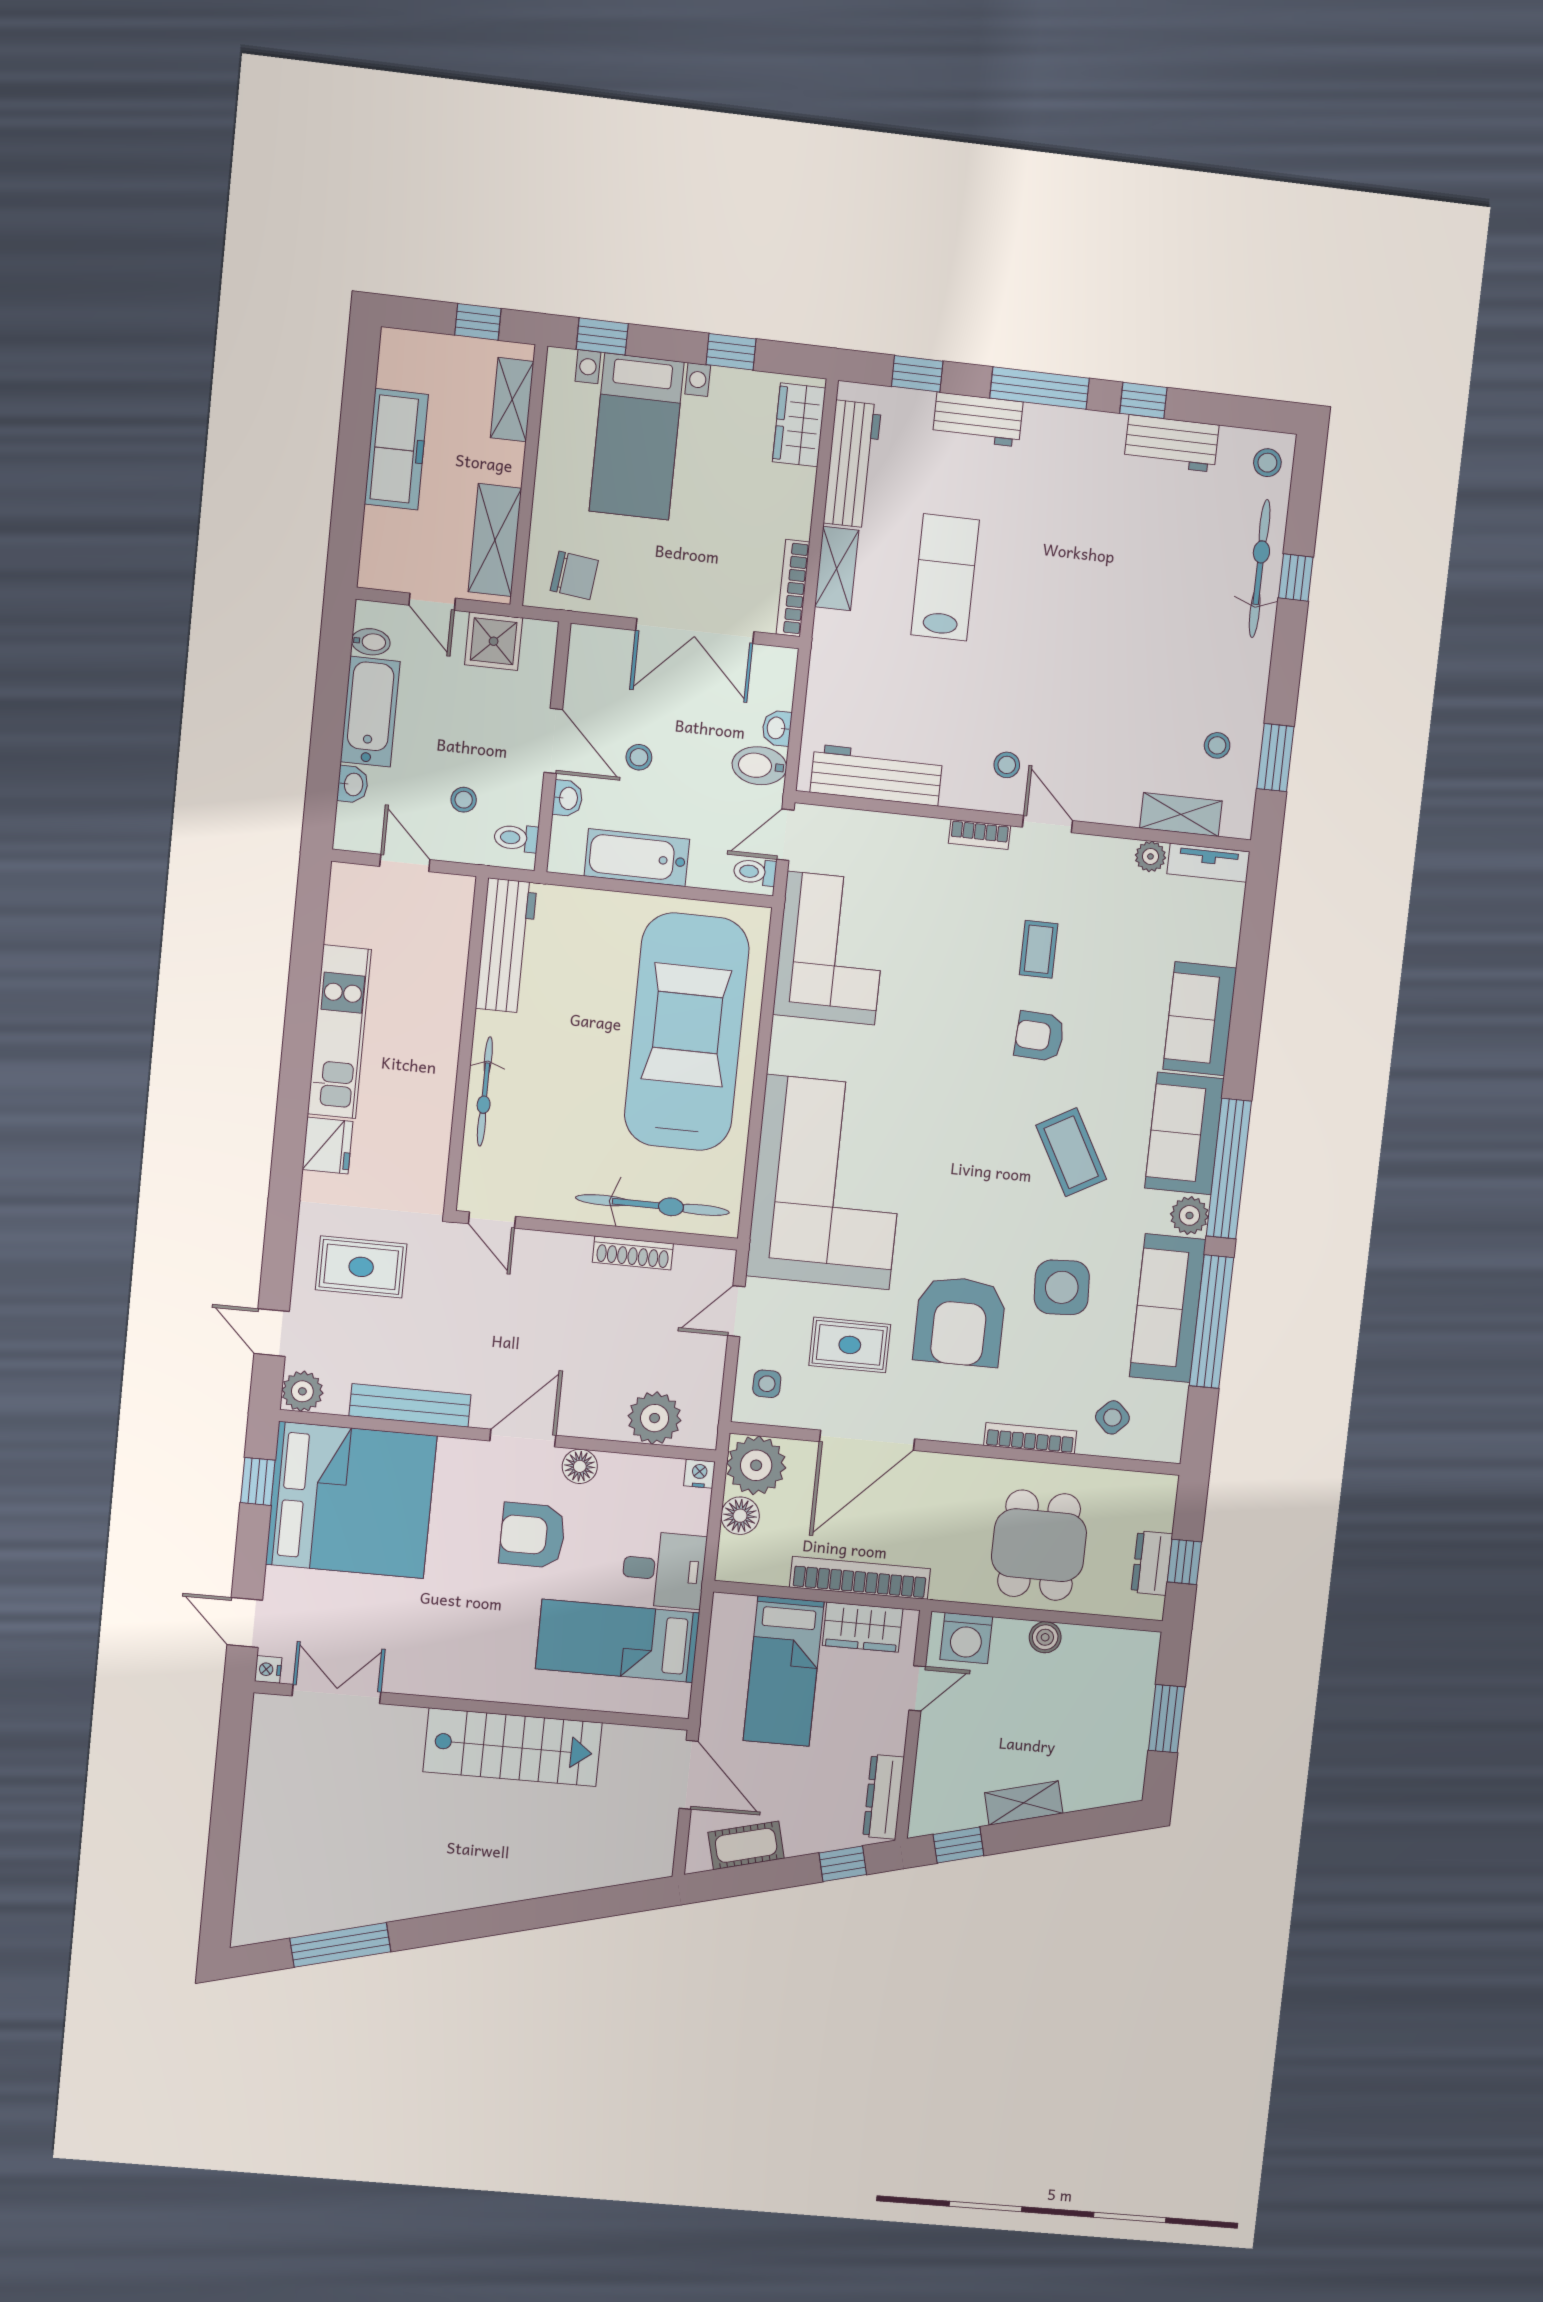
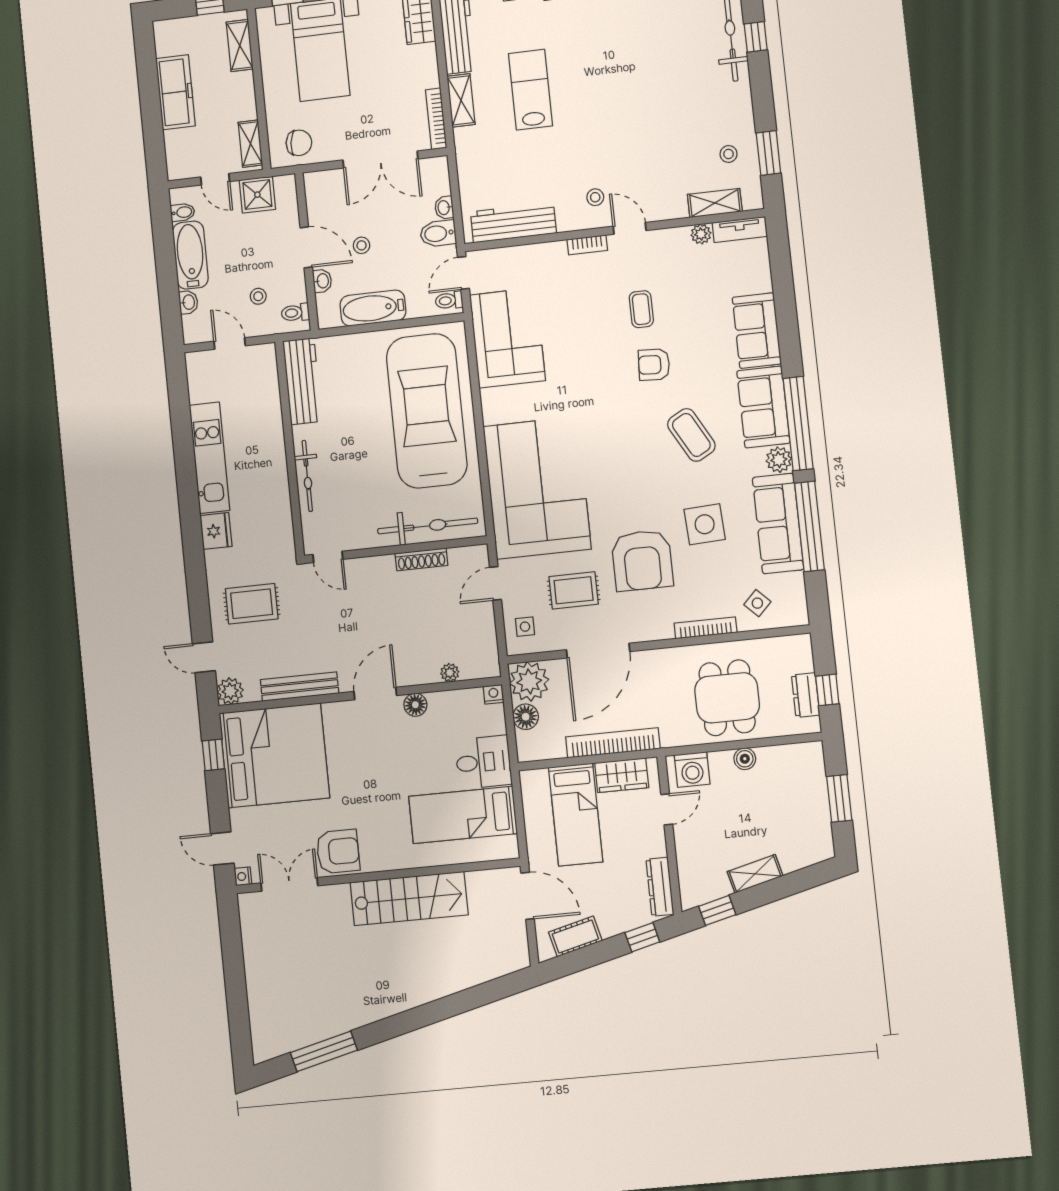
shelving: (495, 540) -> (250, 144), width x0.67, depth x0.75
plant: (655, 1418) -> (450, 673), width x0.53, depth x0.53
armchair: (532, 1535) -> (338, 851), moved, turned 180

